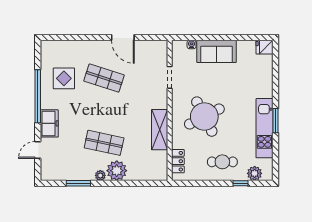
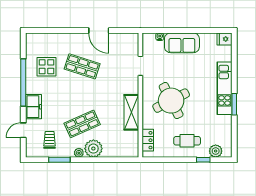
kitchen unit: (264, 128) -> (224, 88), moved
shop shelf: (104, 143) -> (82, 124), turned -36
trolley: (67, 161) -> (50, 140), added

